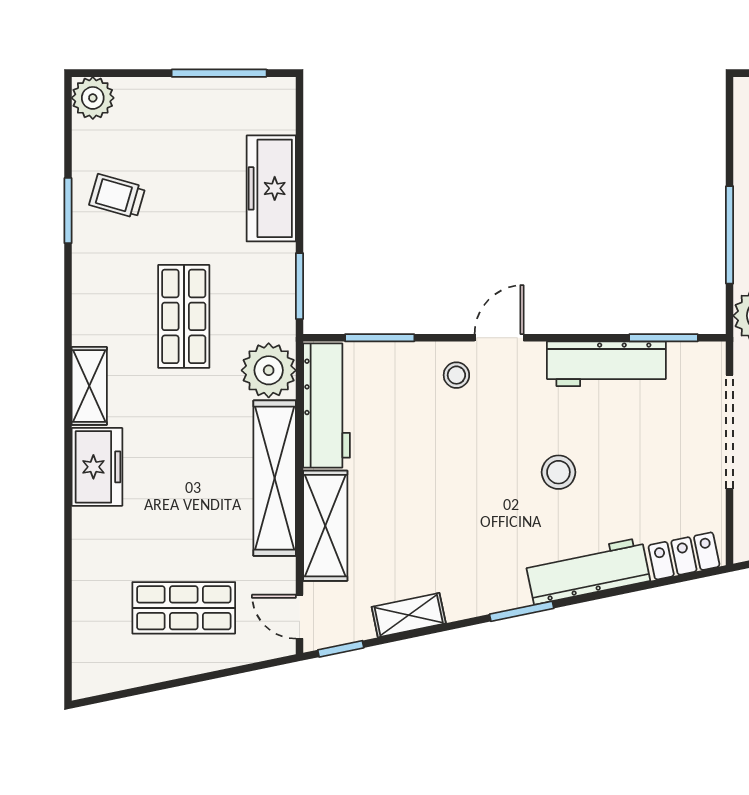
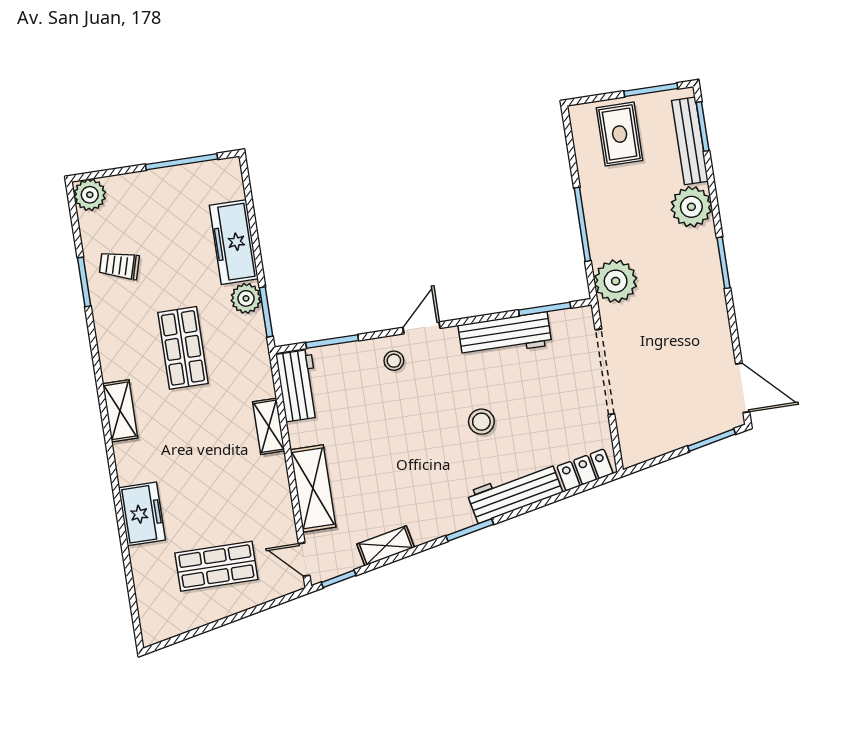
plant: (269, 370) -> (246, 298), moved, width x0.73, depth x0.73
workbench: (327, 405) -> (298, 386), width x0.73
freezer: (97, 467) -> (142, 514), moved
shelving: (275, 478) -> (269, 426), width x0.45, depth x0.75

